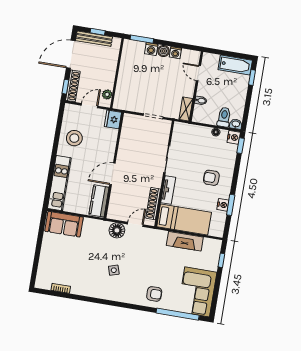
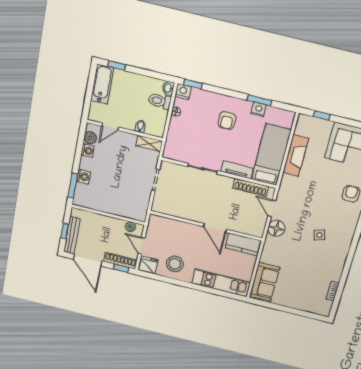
boiler: (163, 51) -> (90, 138), moved
fridge: (113, 119) -> (148, 265), moved, turned 180

